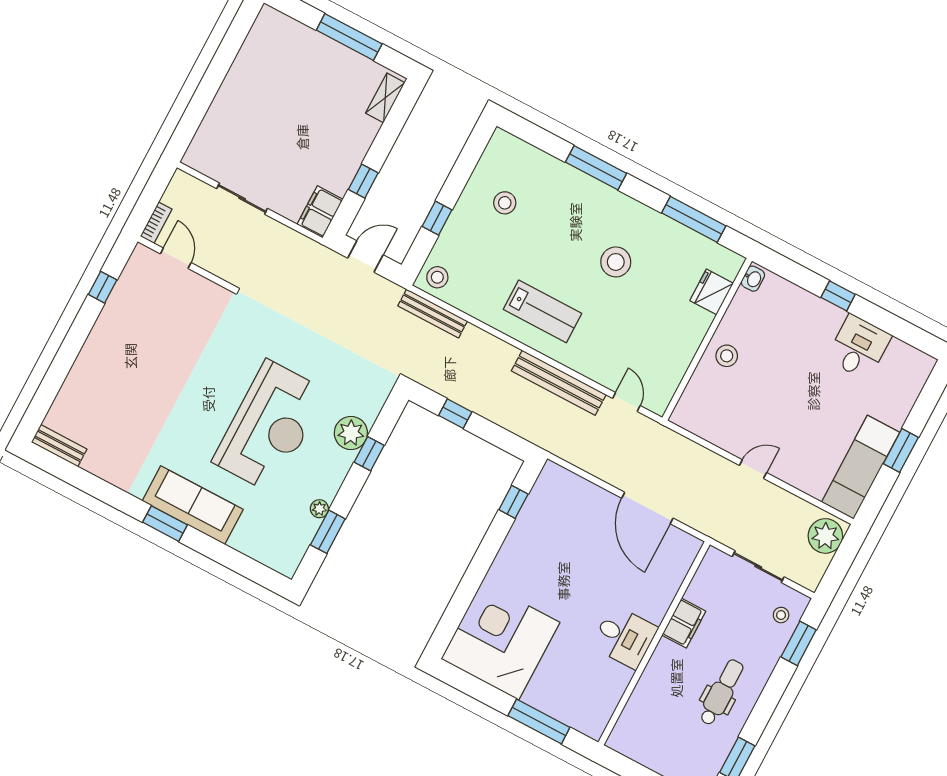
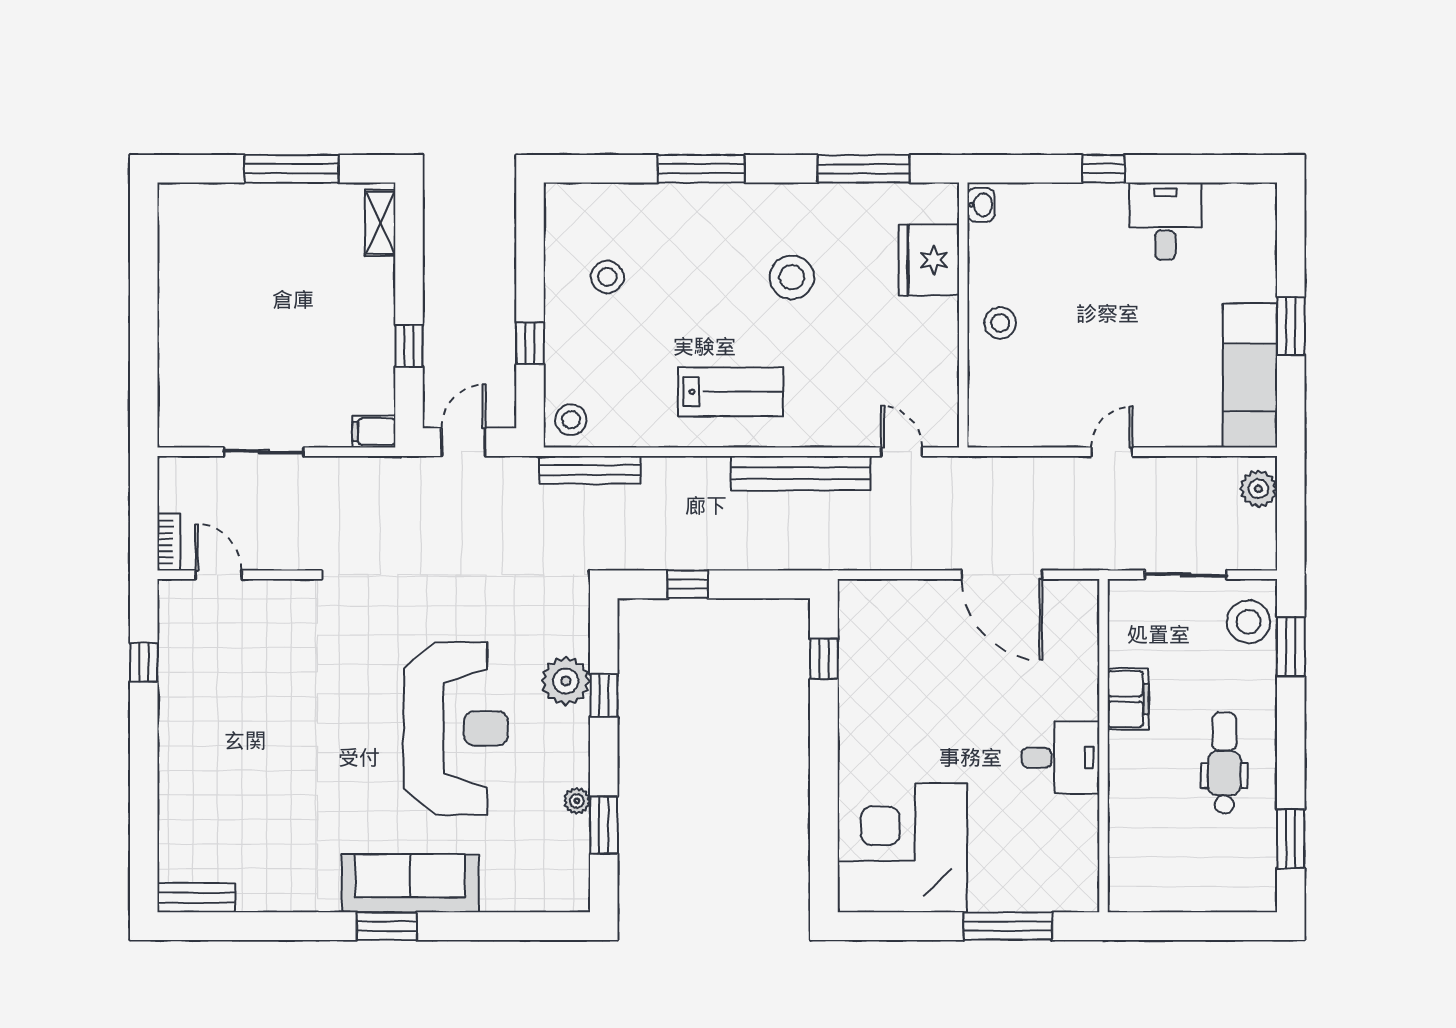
filing cabinet: (320, 212) -> (374, 432), width x0.50
fridge: (712, 292) -> (929, 260), width x1.36, depth x1.34
plant: (825, 536) -> (1258, 489), width x0.73, depth x0.73
stool: (781, 615) -> (1249, 622), width x1.89, depth x1.89

